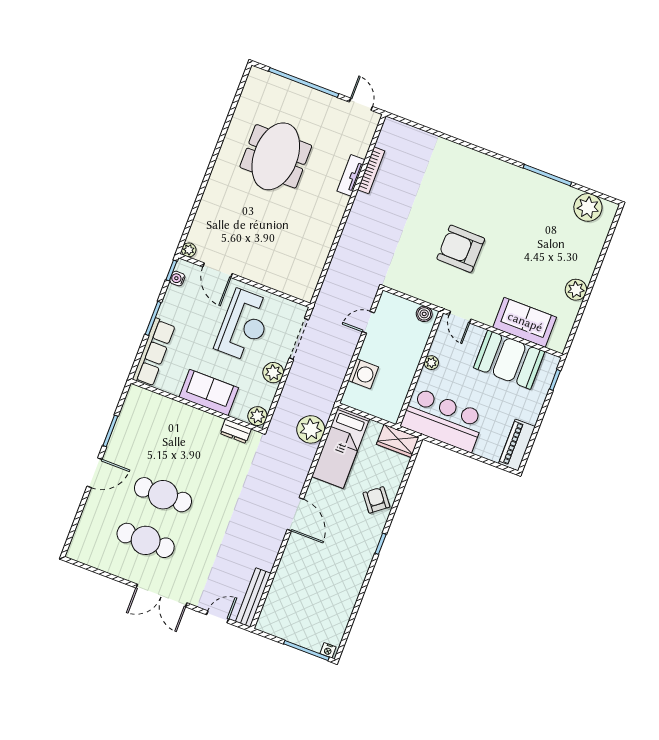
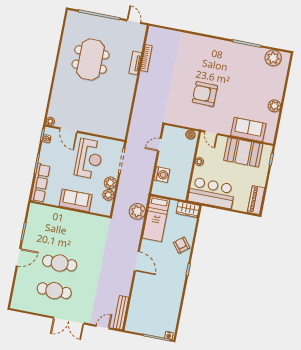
plant: (257, 416) -> (108, 195), moved
dresser: (236, 431) -> (95, 220), removed

